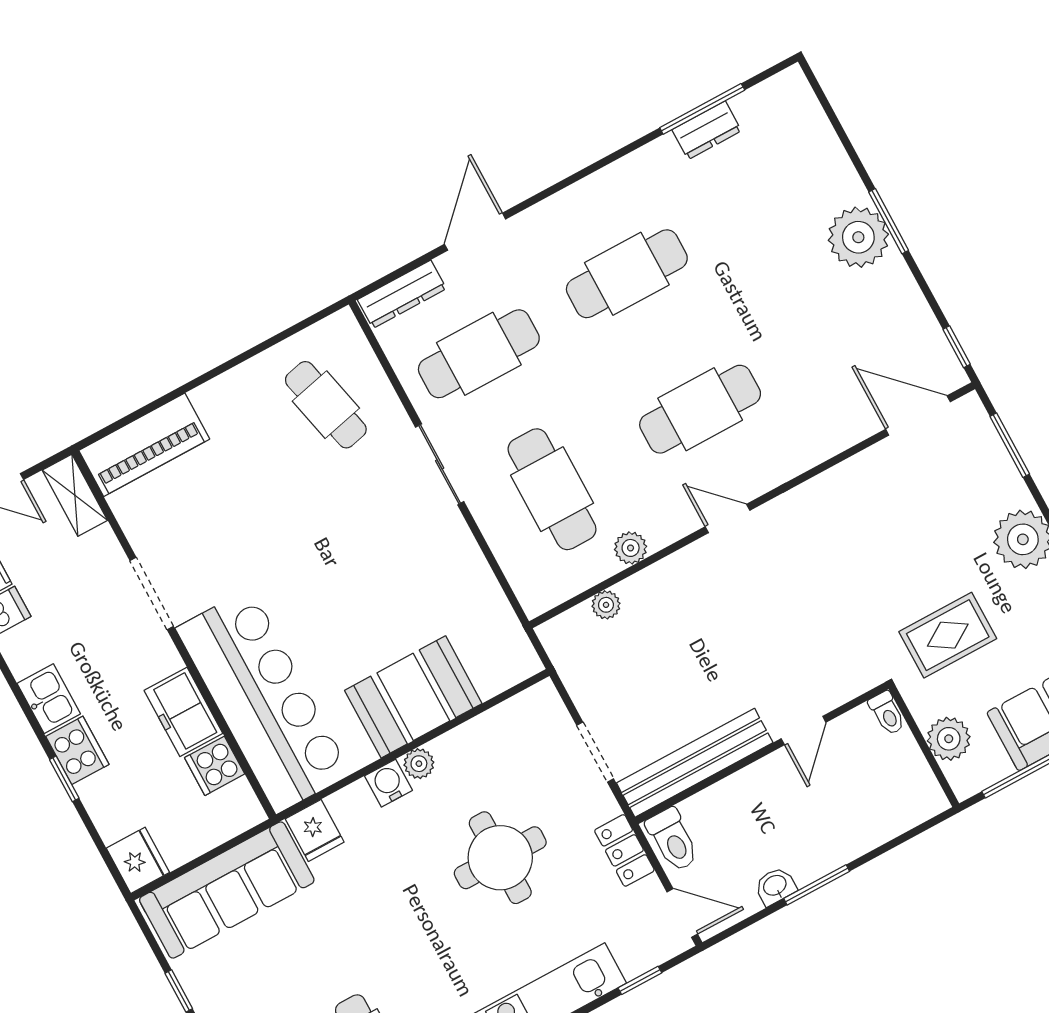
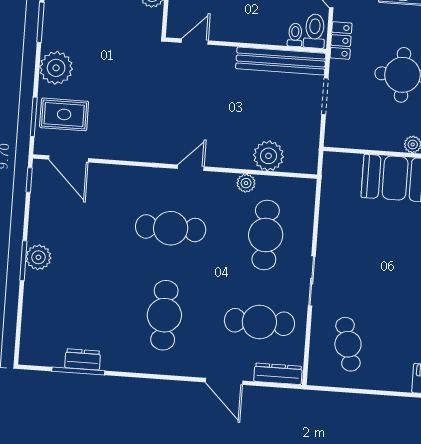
door: (475, 232) -> (224, 381), hinge flipped
plant: (858, 237) -> (38, 257), width x0.73, depth x0.73
cafe table: (627, 274) -> (164, 315), turned 90
door: (728, 518) -> (191, 168), swing flipped
plant: (606, 605) -> (268, 156), width x1.88, depth x1.88
rug: (948, 635) -> (64, 114), moved
toilet: (887, 713) -> (295, 35), moved
door: (804, 731) -> (195, 42), moved

